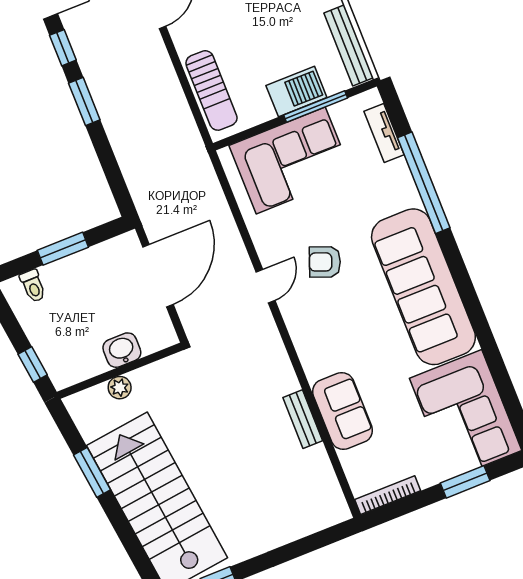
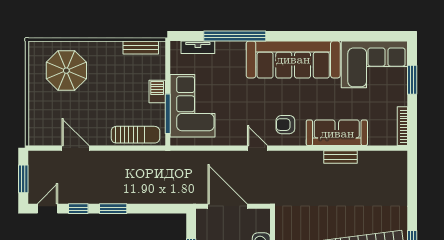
bench: (349, 45) -> (141, 48), width x0.73
barbecue: (296, 91) -> (157, 92), width x0.73, depth x0.79
window: (316, 106) -> (168, 114), moved
armchair: (325, 262) -> (285, 125), moved, turned 69
sofa: (342, 411) -> (337, 133), width x1.36

